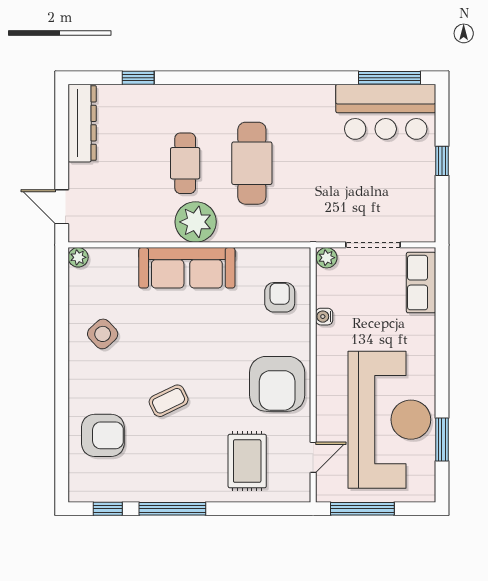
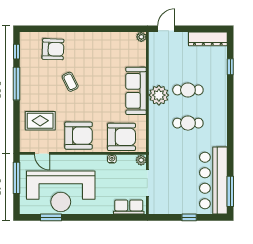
bar counter: (386, 112) -> (213, 180), width x1.36
cafe table: (252, 163) -> (188, 123), width x0.73, depth x0.74
armchair: (280, 297) -> (121, 137), width x1.88, depth x1.88
side table: (103, 334) -> (103, 49), removed
armchair: (277, 384) -> (79, 136), turned 180
armchair: (103, 435) -> (53, 49), turned -88

